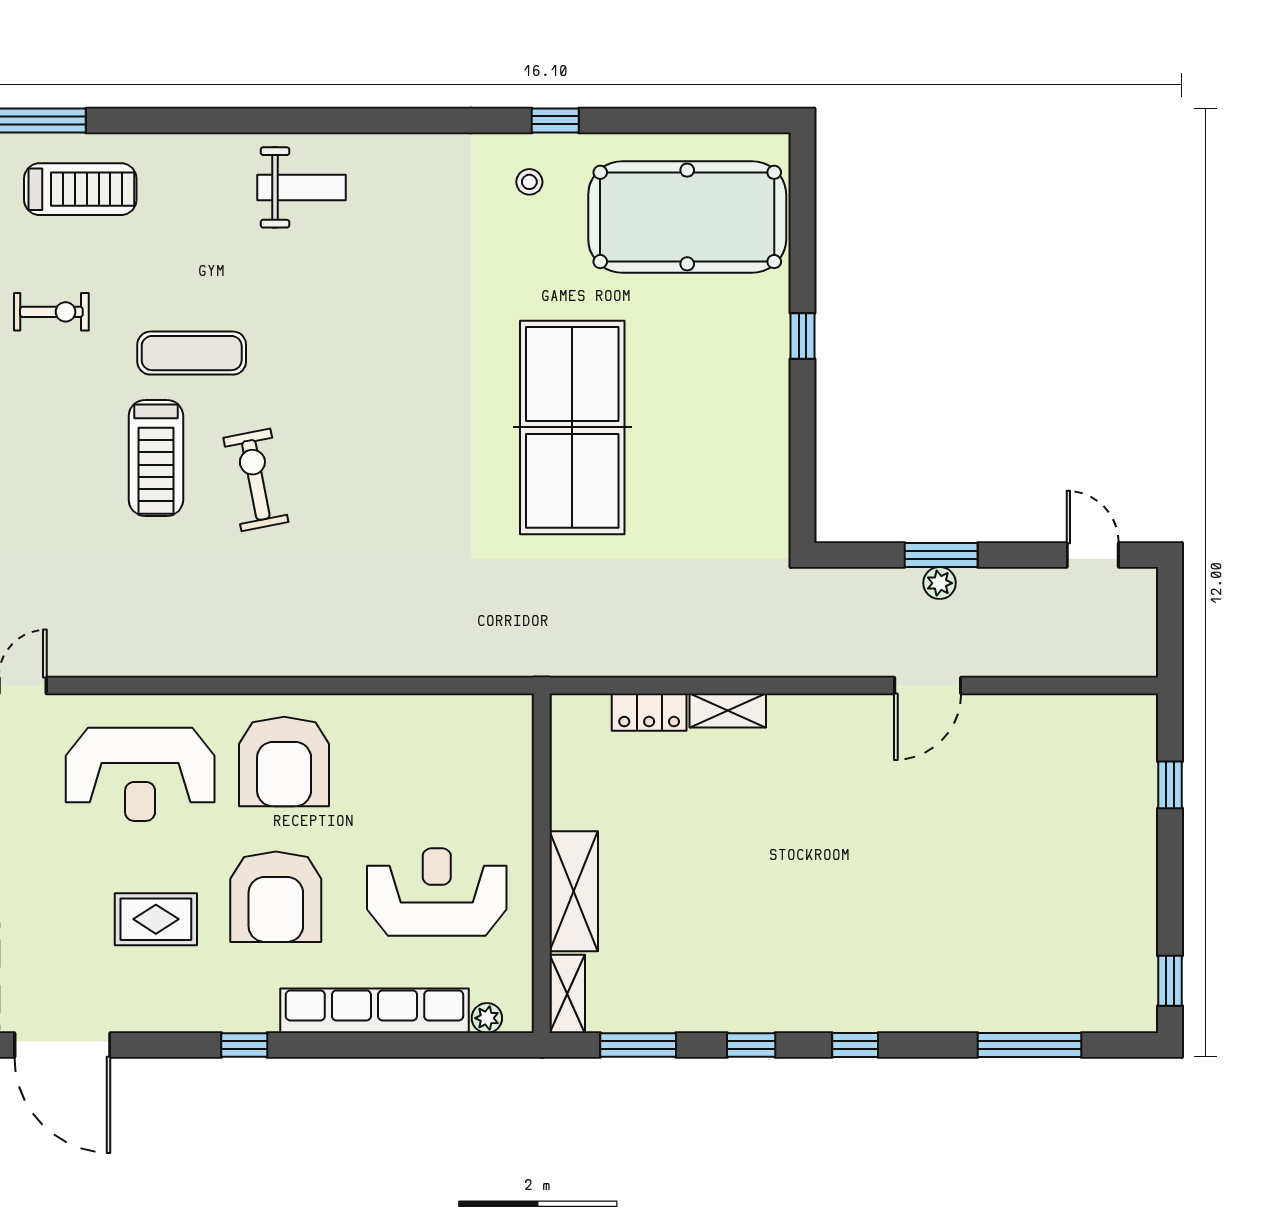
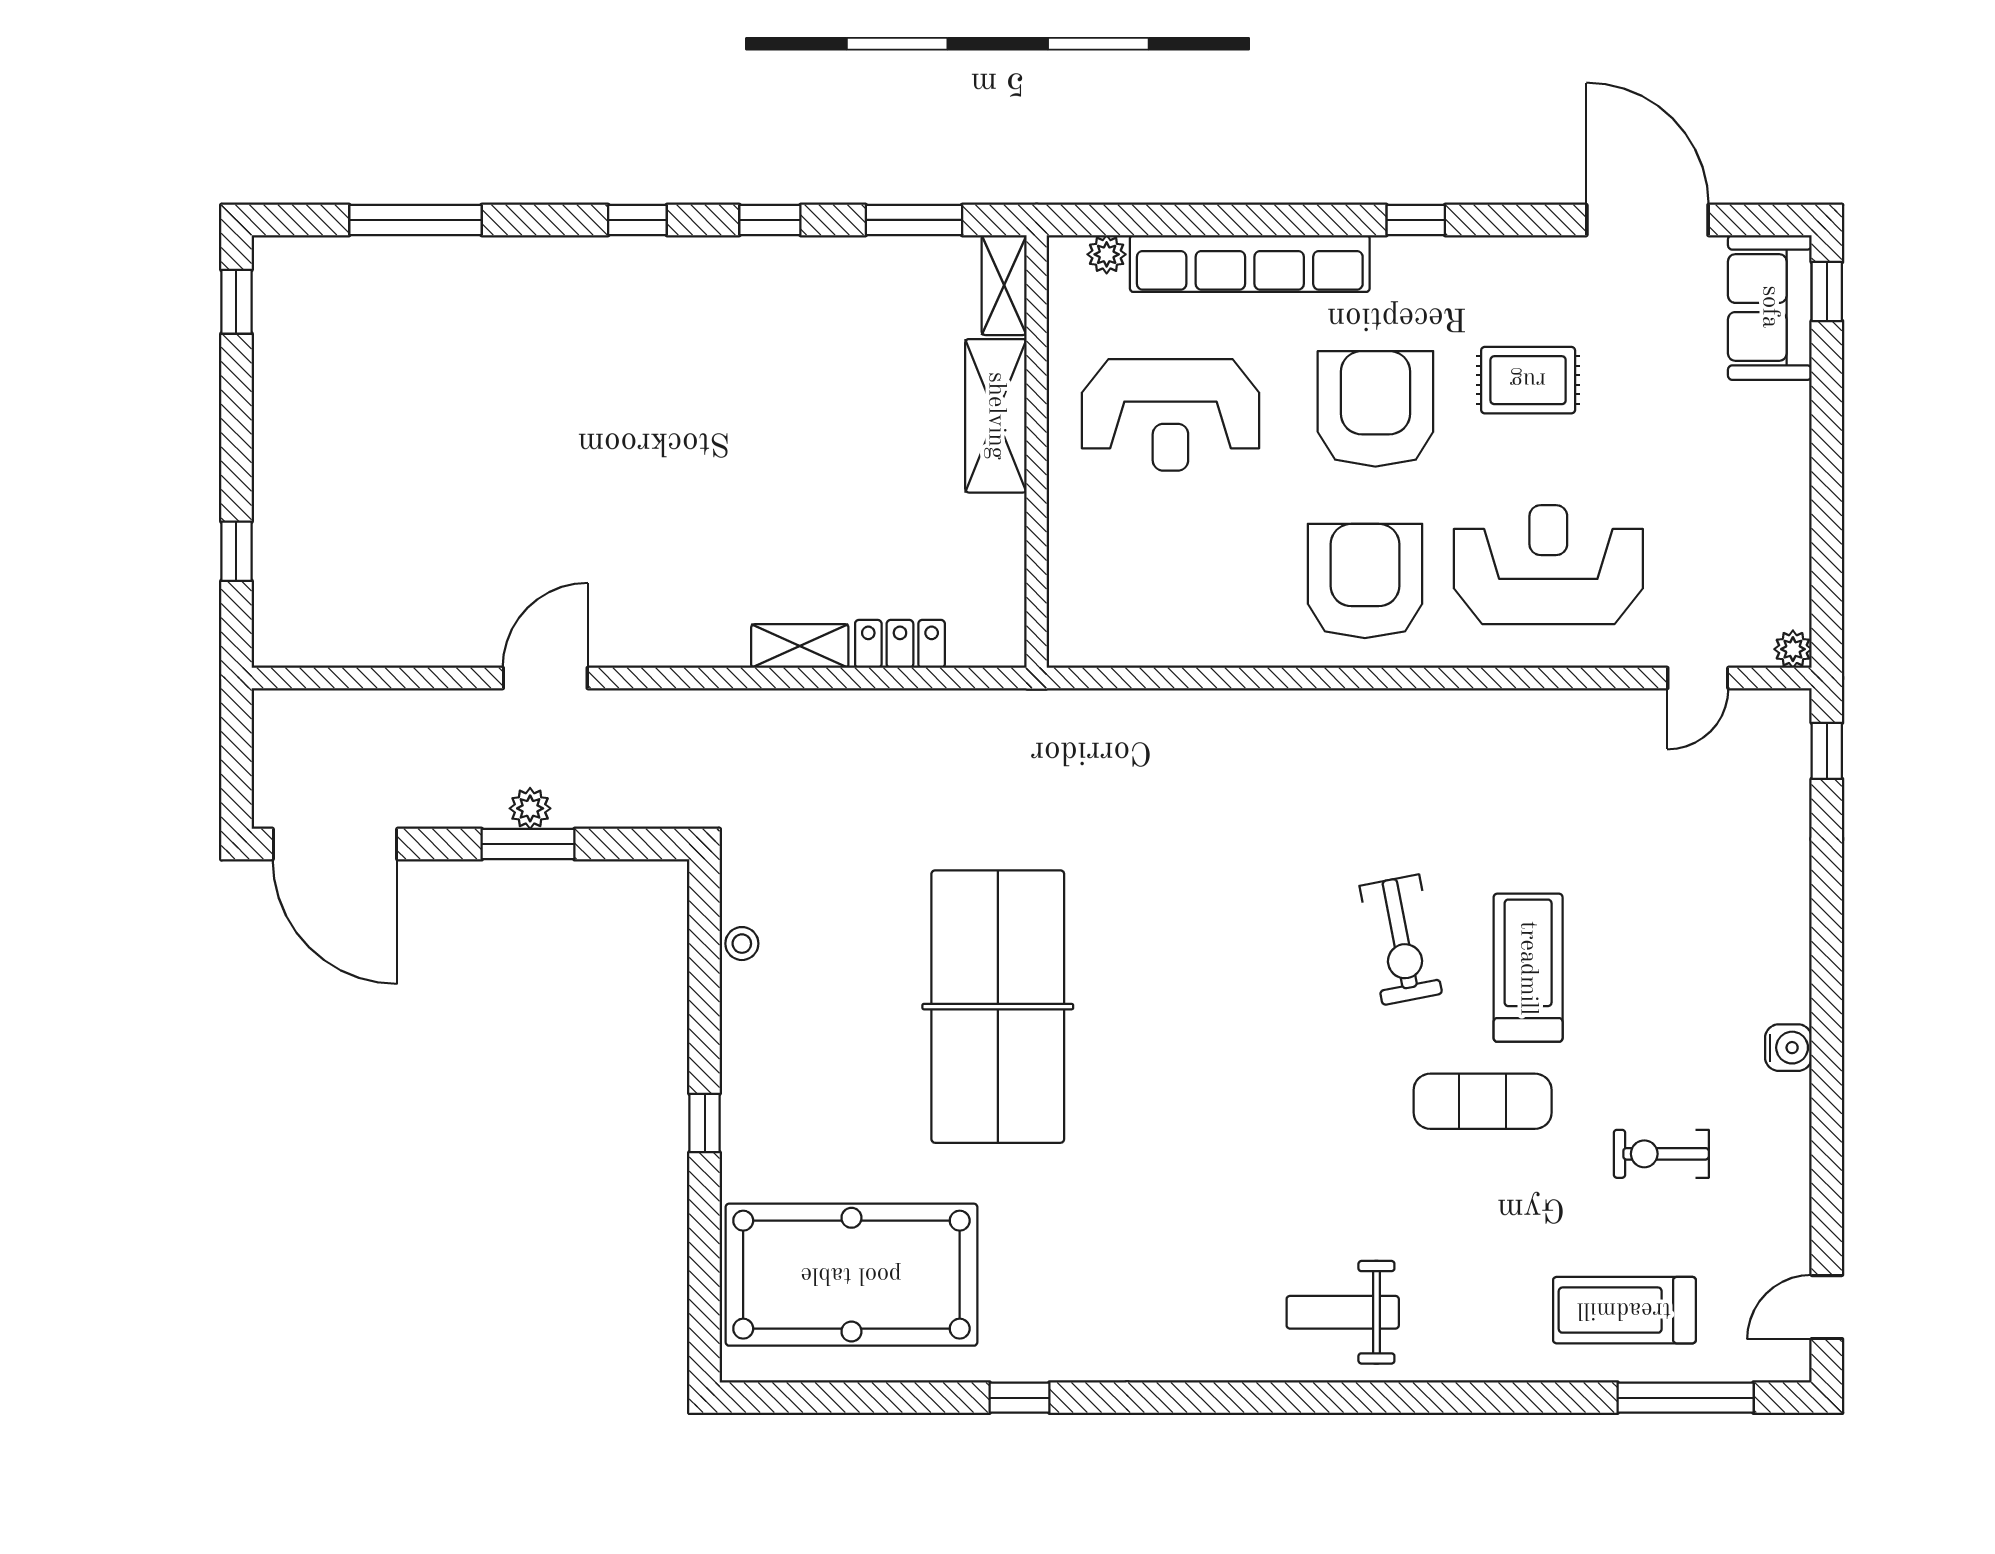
stool: (529, 182) -> (742, 944), moved
door: (1093, 555) -> (335, 844), width x1.88

